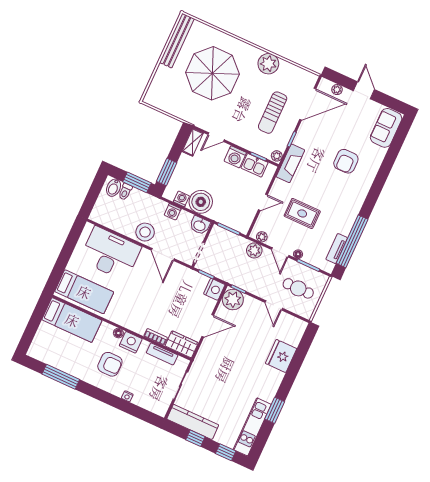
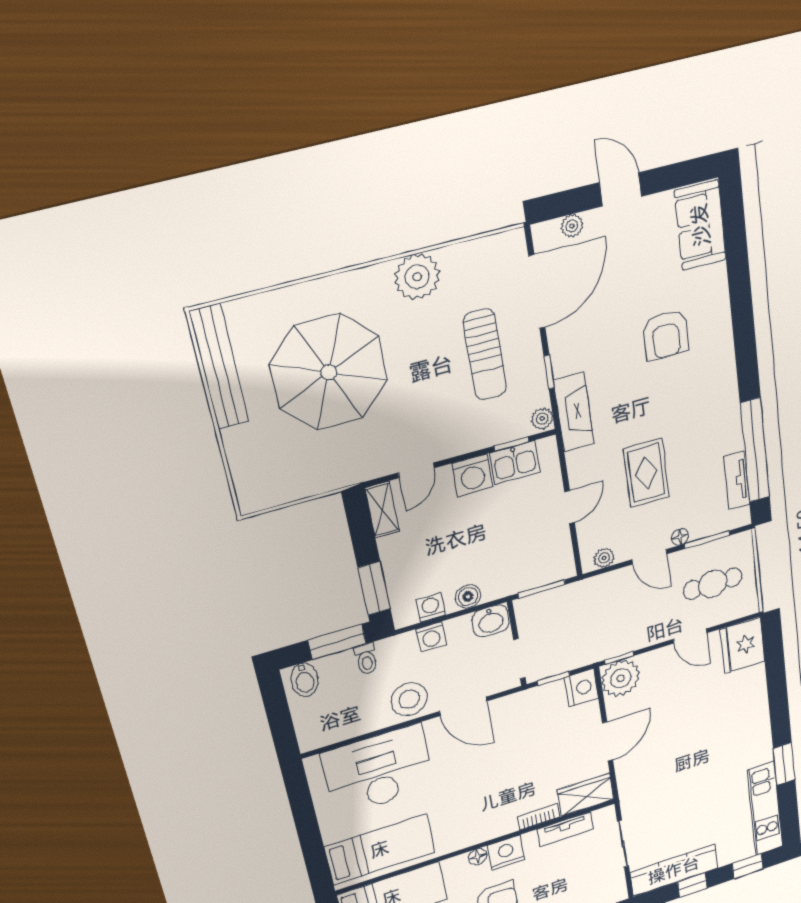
toilet: (125, 192) -> (366, 659), moved
boiler: (201, 202) -> (468, 596), width x0.54, depth x0.54
rug: (302, 213) -> (646, 473), turned 90
plant: (254, 250) -> (606, 587), removed
fridge: (281, 356) -> (743, 645), moved

